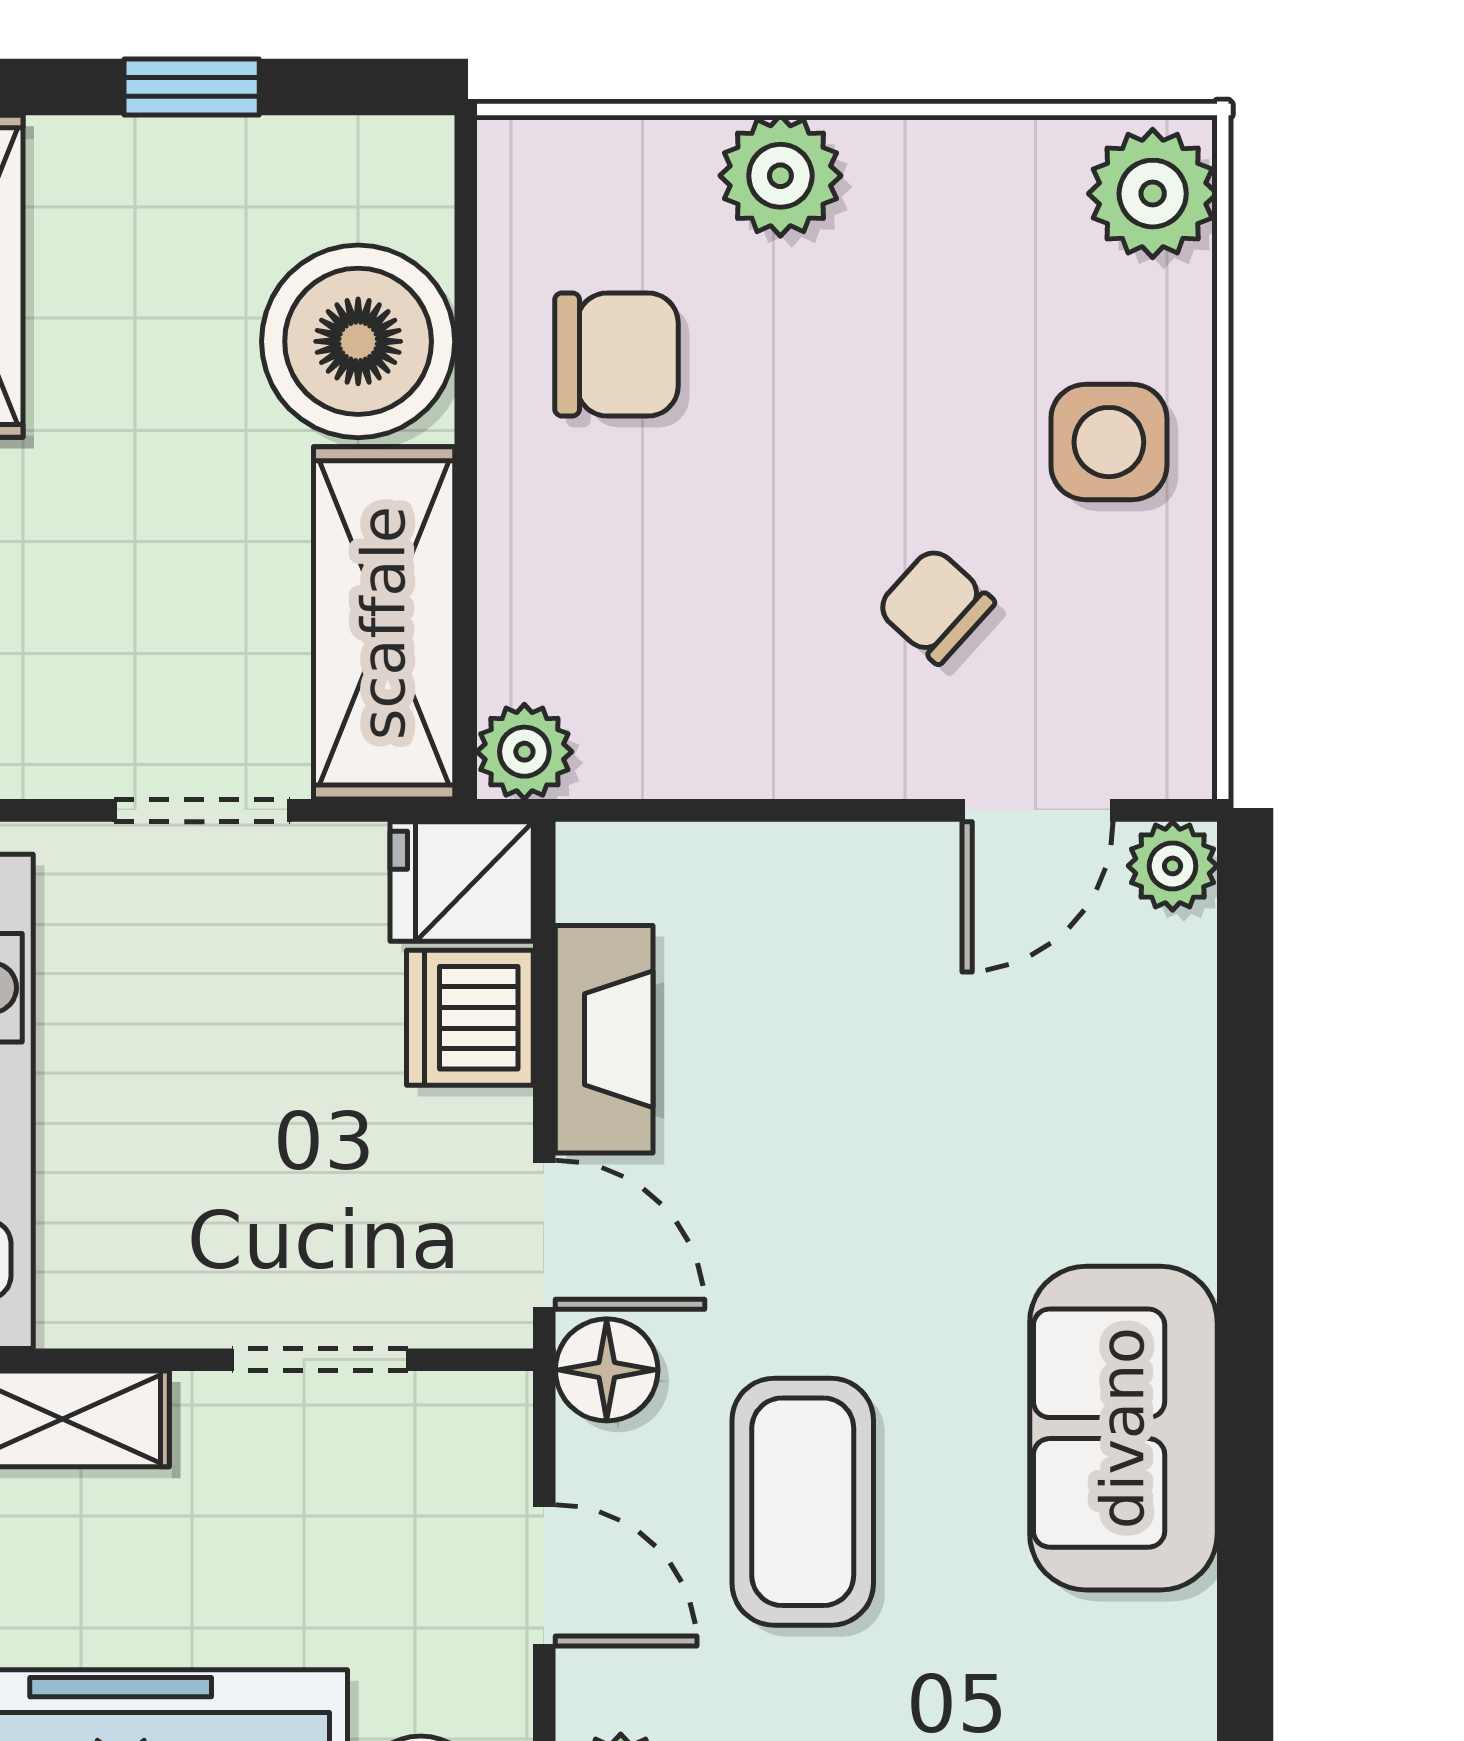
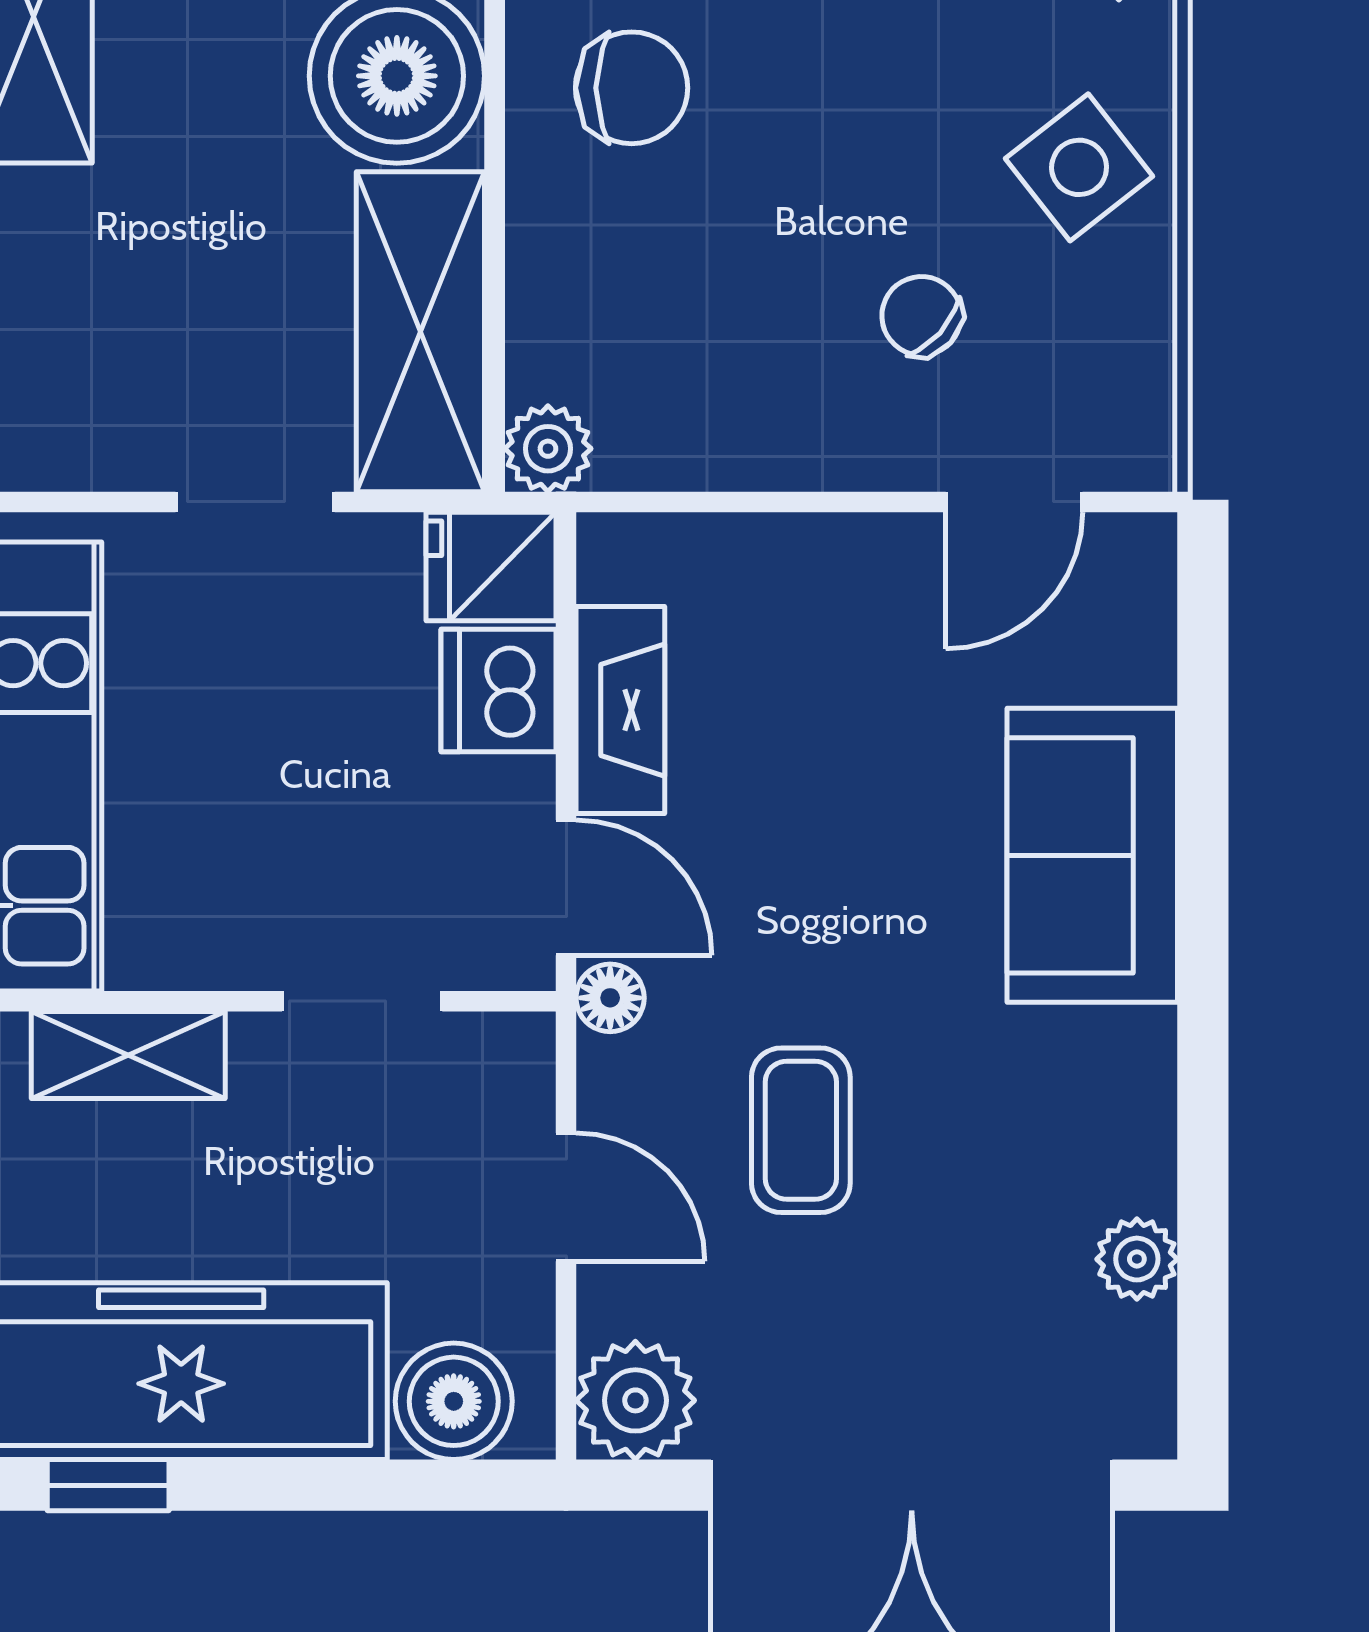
side table: (1109, 442) -> (1079, 167), turned -38
plant: (1173, 866) -> (1137, 1259), moved
floor lamp: (607, 1370) -> (610, 998), width x0.73, depth x0.73
sofa: (1123, 1428) -> (1092, 855), moved
coffee table: (803, 1502) -> (801, 1130), width x0.73, depth x0.77

